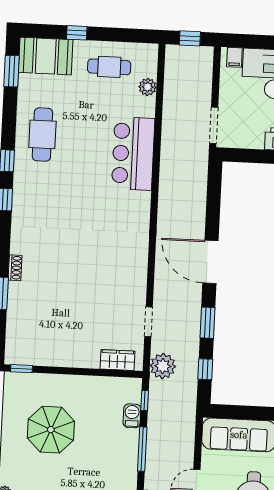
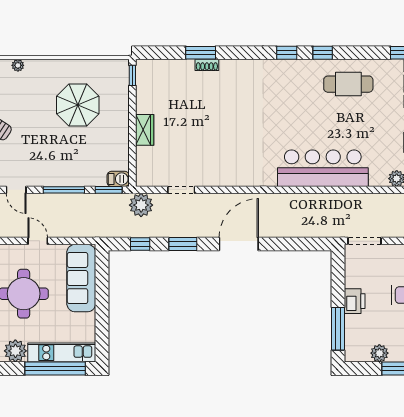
bar counter: (133, 154) -> (323, 168), width x1.36
shoe rack: (15, 268) -> (207, 65), moved
wardrobe: (117, 360) -> (145, 130), moved
window: (145, 400) -> (109, 190), width x1.50
barbecue: (132, 416) -> (118, 179), moved

